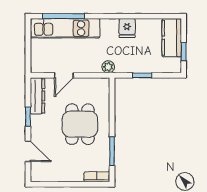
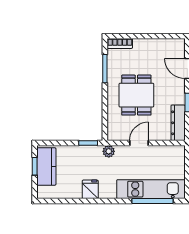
kitchen counter: (172, 38) -> (46, 166), moved
door: (64, 75) -> (139, 143), moved
window: (142, 75) -> (88, 143), moved

